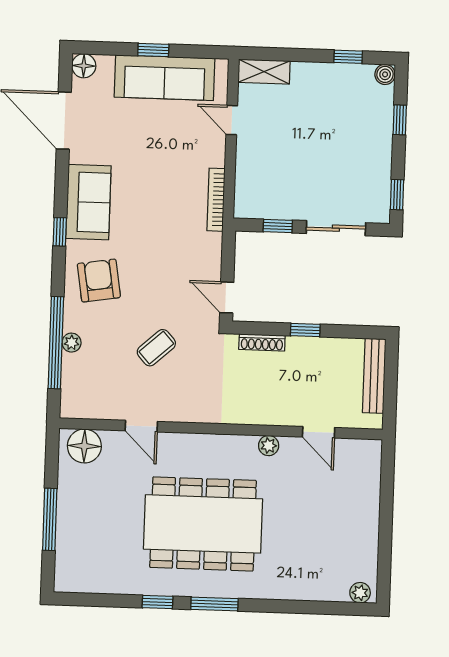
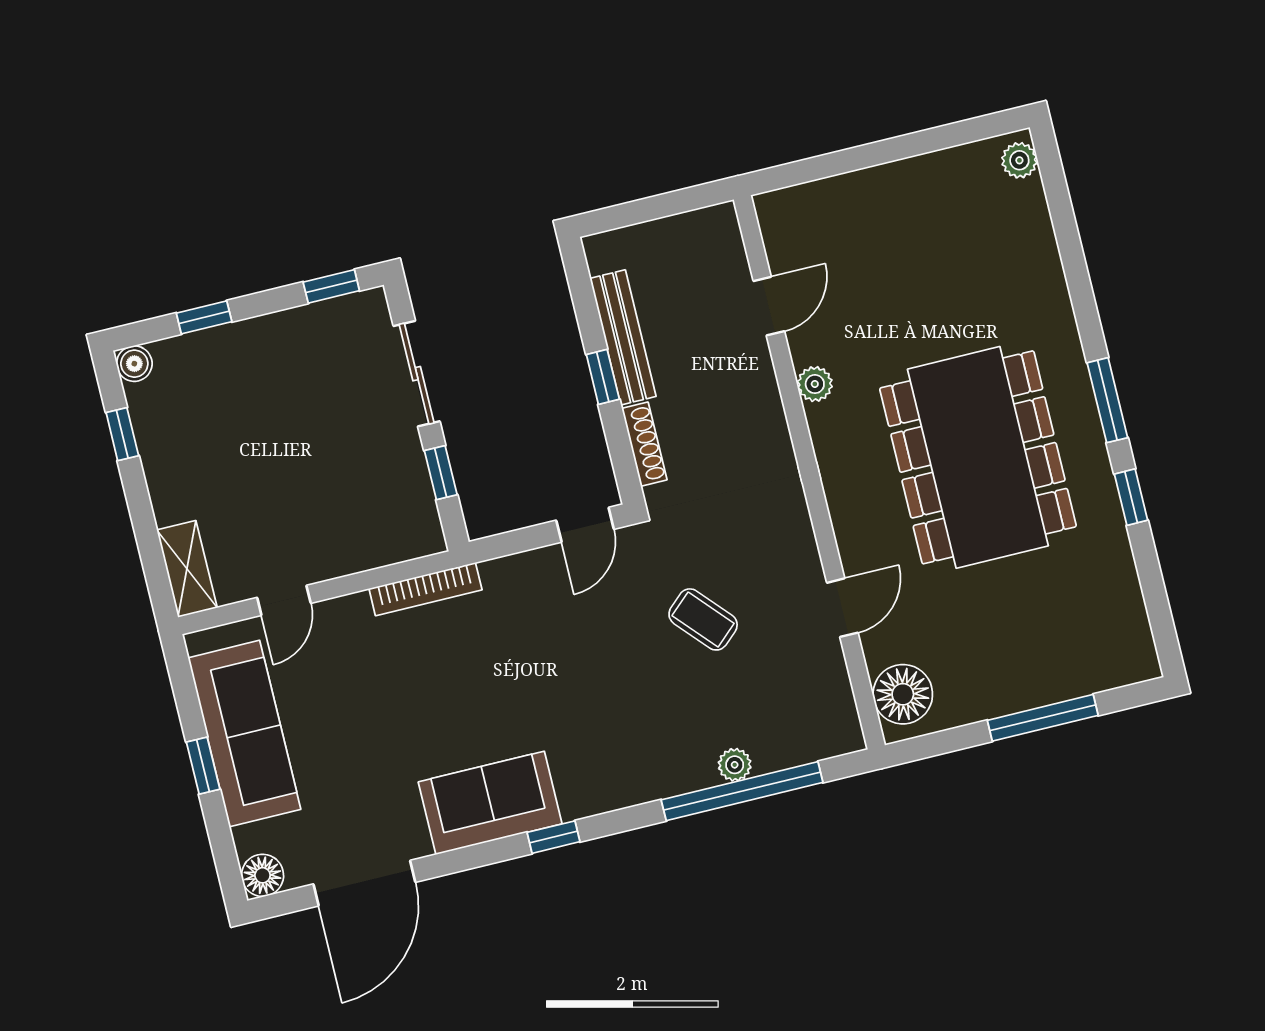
armchair: (99, 281) -> (617, 748), removed
bench: (374, 376) -> (623, 337), moved, turned 90

